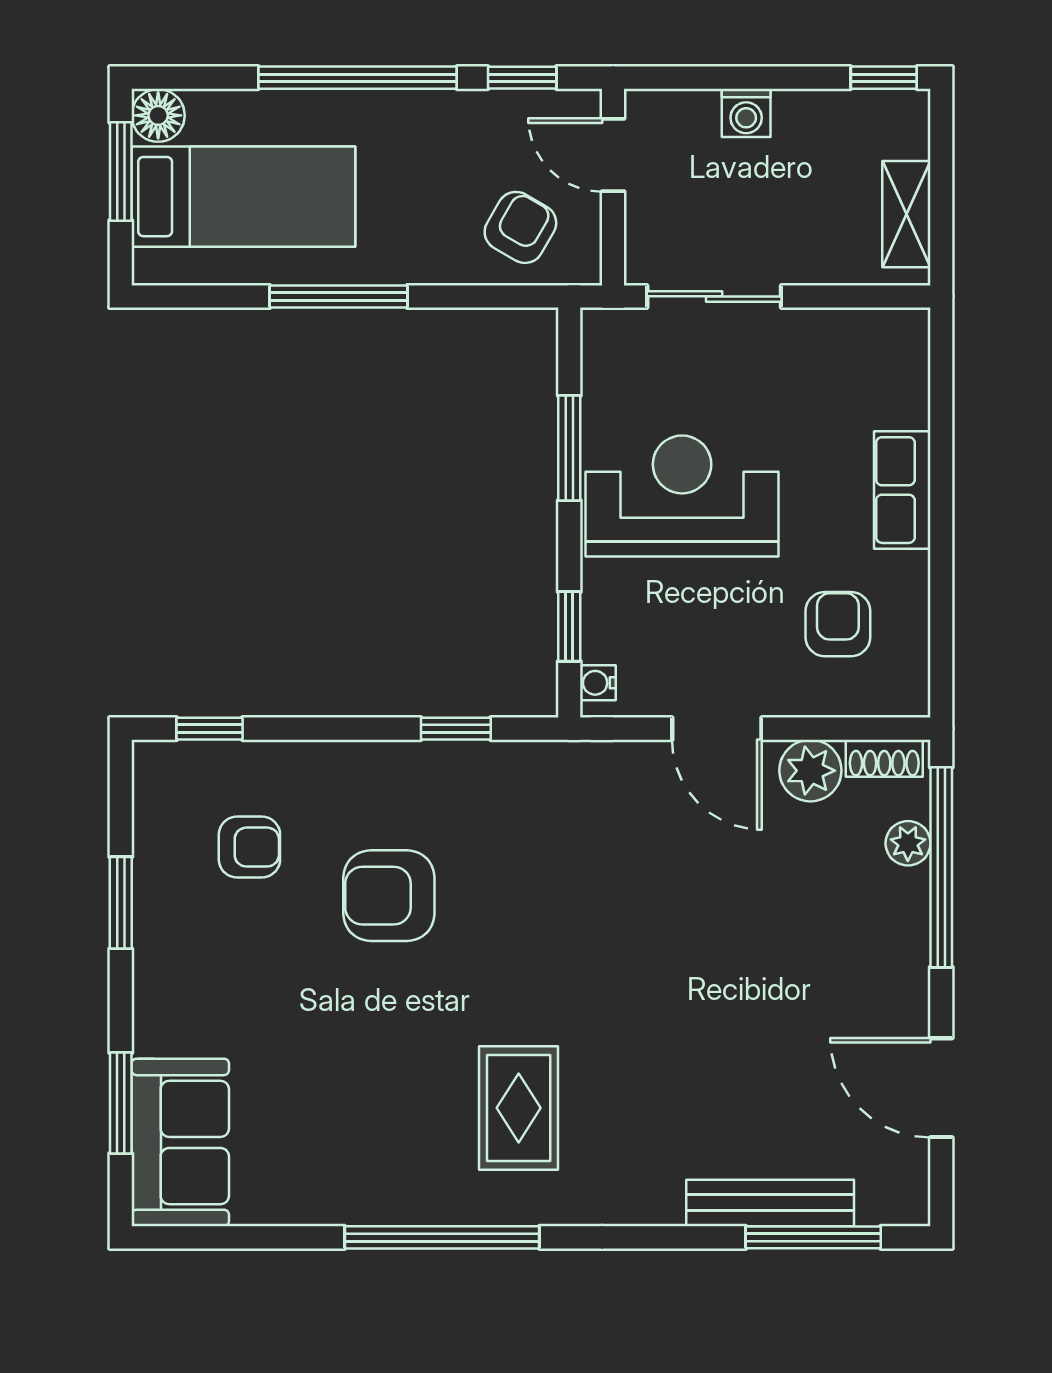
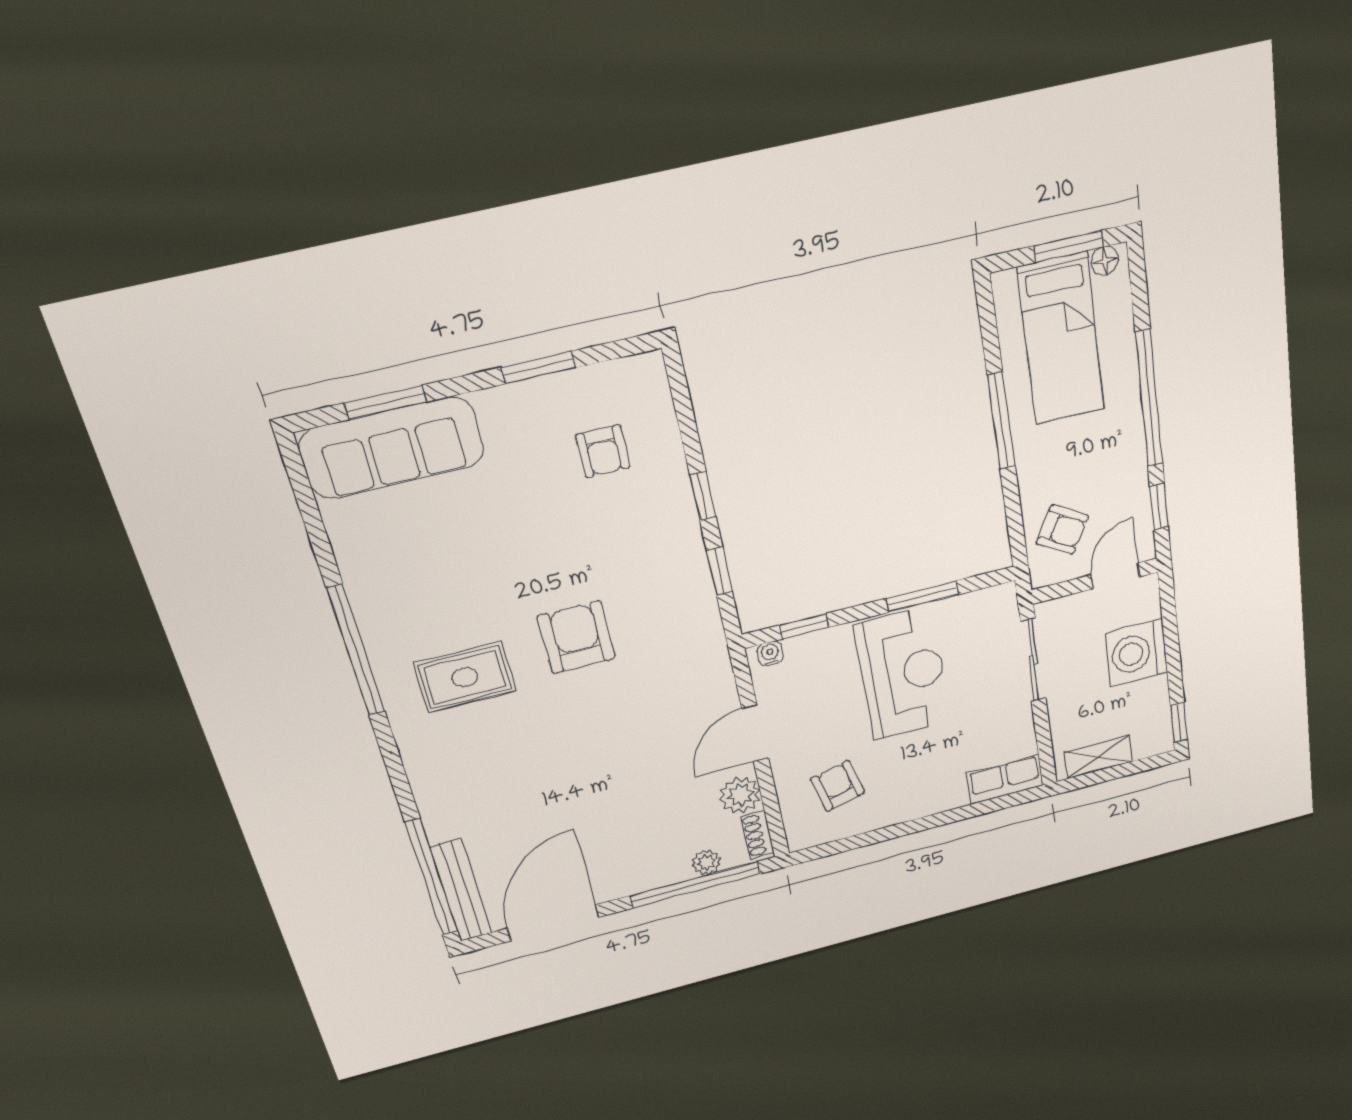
washing machine: (746, 113) -> (1137, 653), width x1.89, depth x1.89
floor lamp: (158, 115) -> (1105, 261), width x0.73, depth x0.73
row of seats: (902, 490) -> (1005, 779), moved
armchair: (838, 624) -> (838, 786), turned -103
window: (210, 729) -> (703, 496), moved
armchair: (389, 896) -> (576, 637), moved
door: (941, 1088) -> (553, 923), width x1.36
sofa: (180, 1142) -> (392, 448), width x1.36
bench: (770, 1203) -> (461, 890), moved
window: (813, 1237) -> (432, 878), width x1.46

